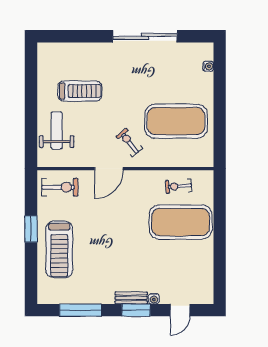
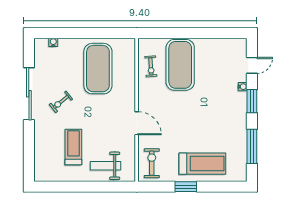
exercise bike: (129, 142) -> (61, 102), moved
bench: (131, 298) -> (242, 105), removed
door: (180, 310) -> (252, 65), hinge flipped

